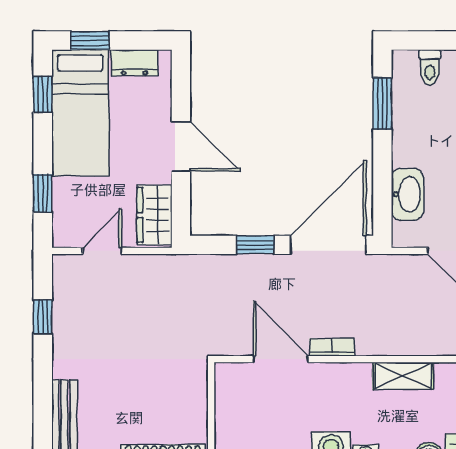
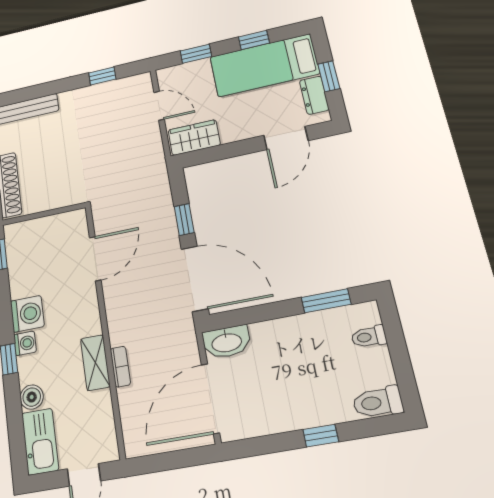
window: (90, 41) -> (329, 76), moved
window: (43, 94) -> (254, 40), moved
door: (181, 146) -> (286, 138), moved
washbasin: (407, 194) -> (227, 342), moved
bookcase: (332, 347) -> (120, 367), moved

